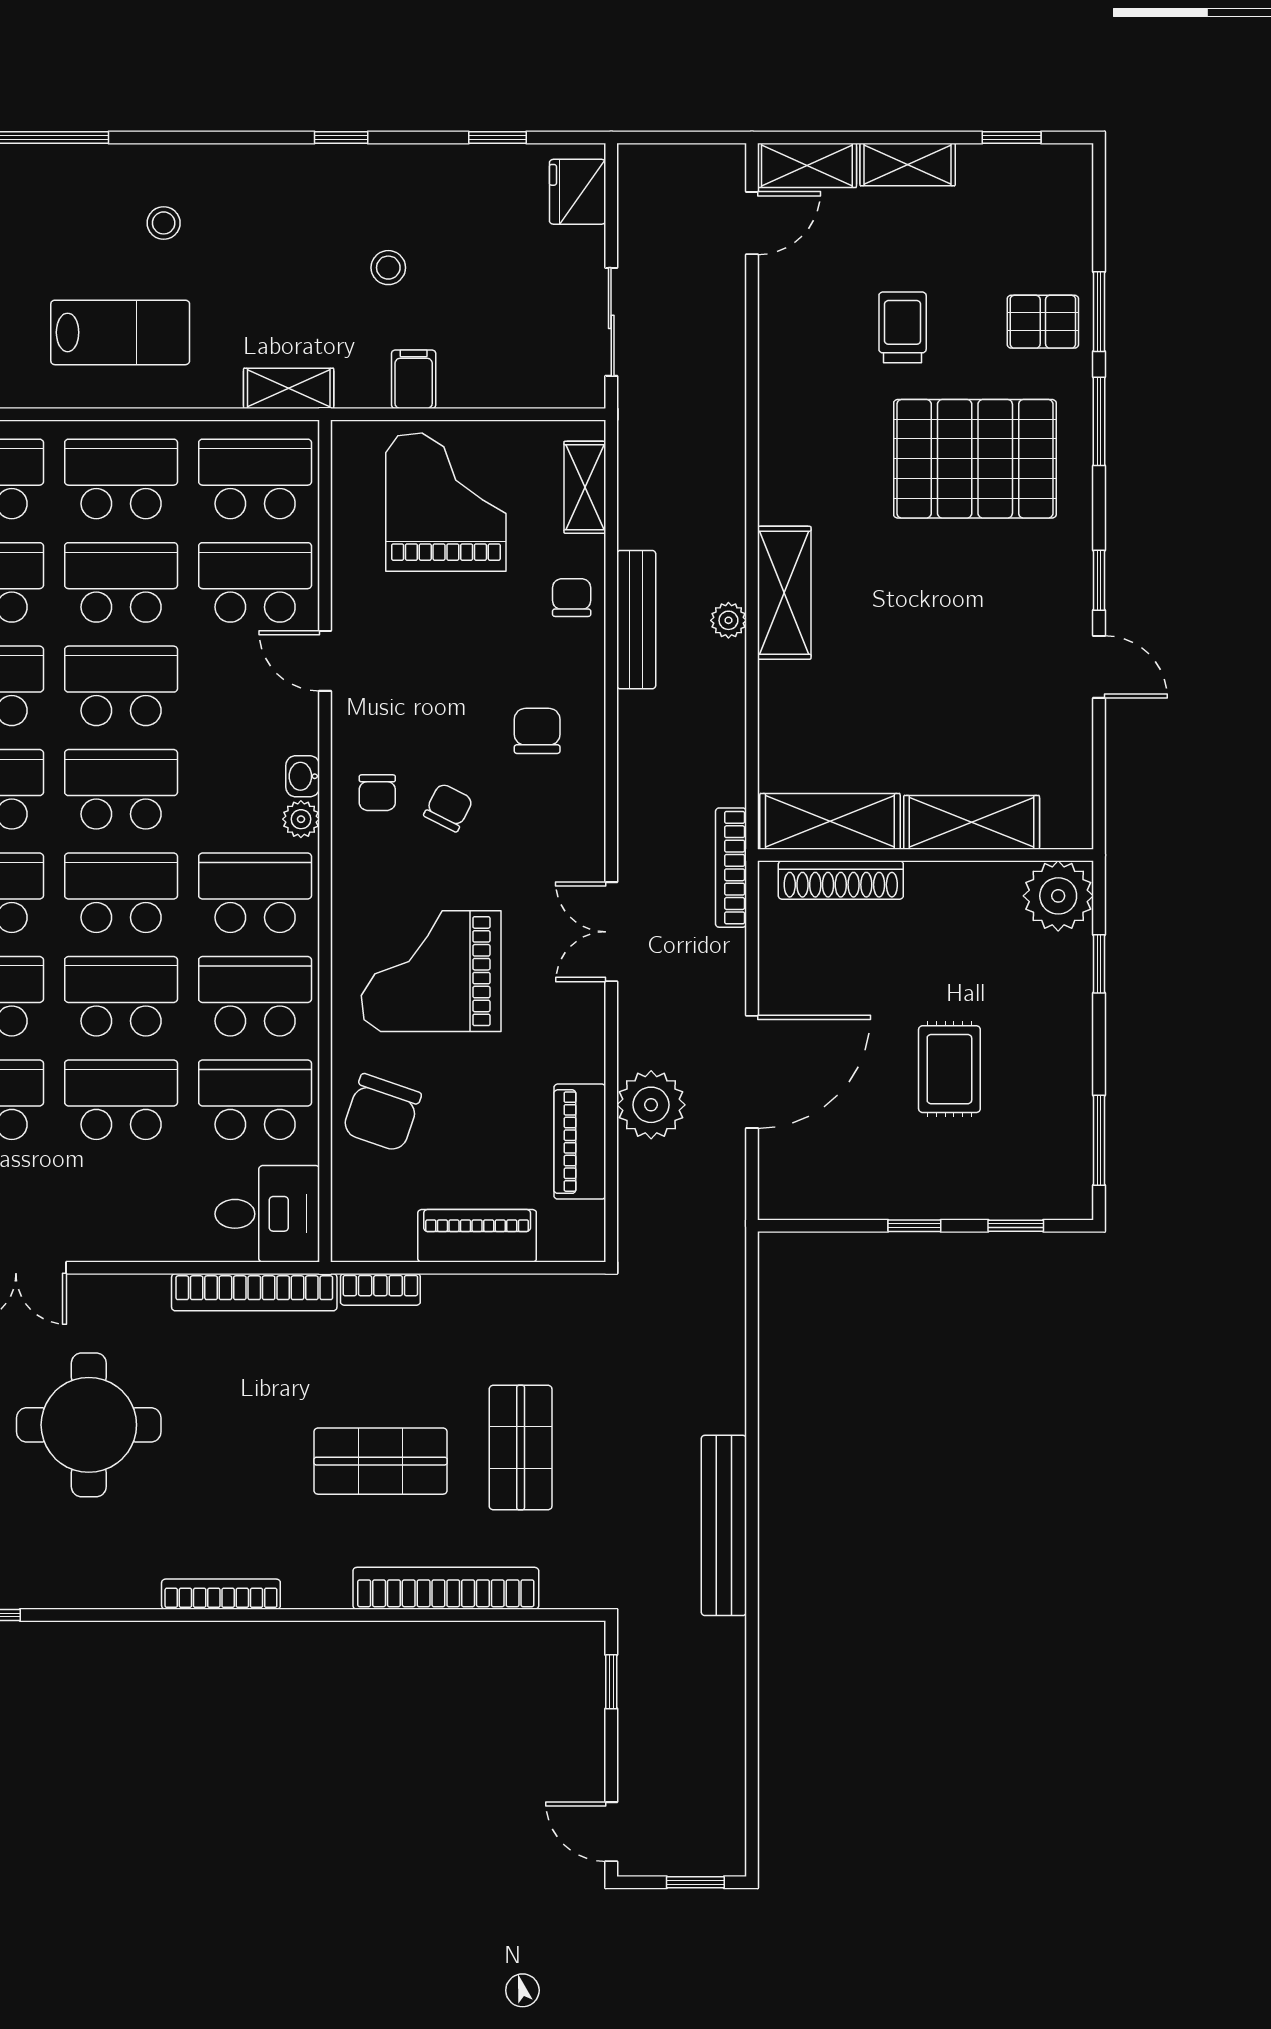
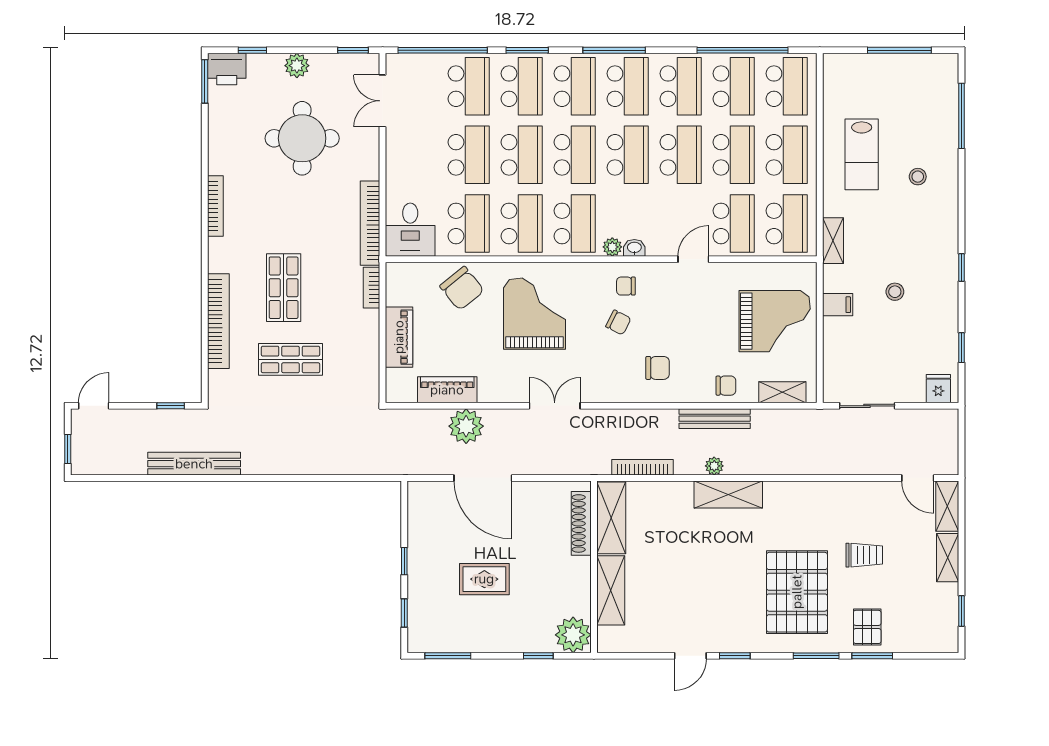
fridge: (578, 192) -> (938, 389), width x0.72
bookcase: (731, 868) -> (642, 467), moved
chair: (382, 1113) -> (462, 288), turned -148
bench: (724, 1525) -> (194, 464), moved

